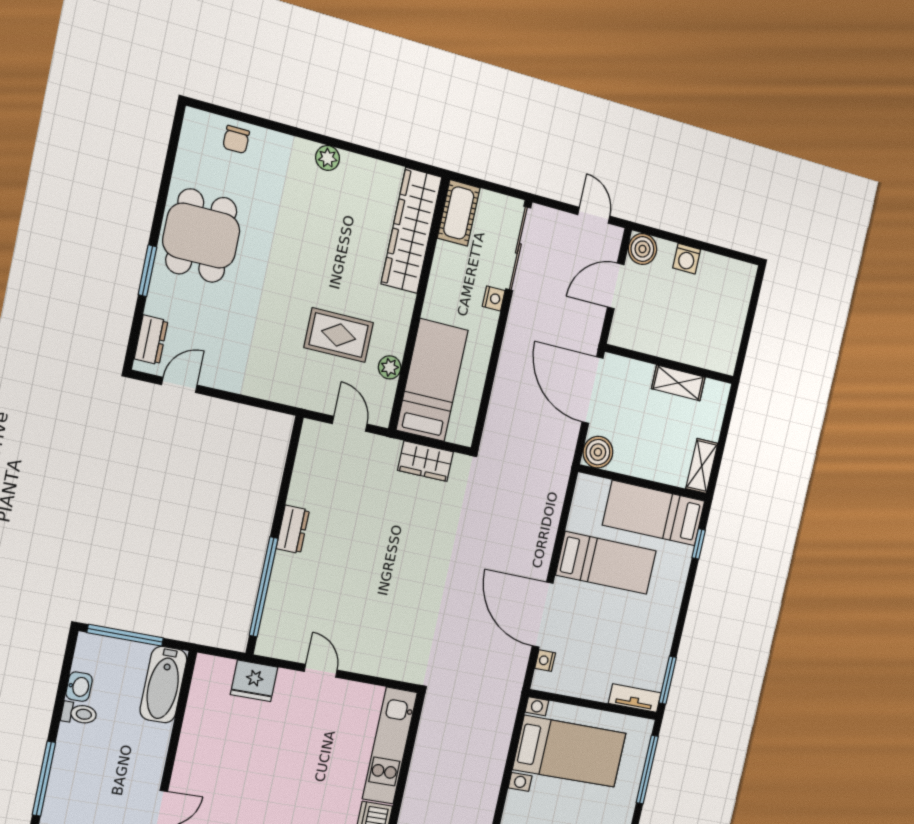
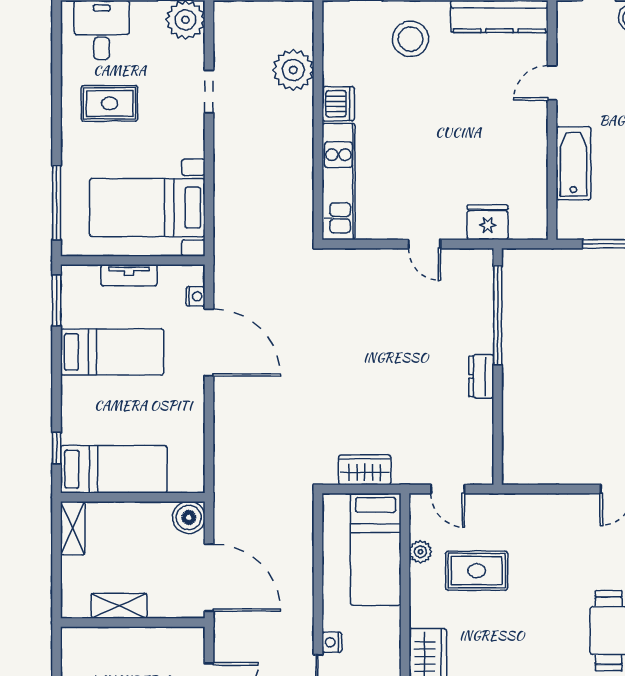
bed: (606, 563) -> (112, 352), moved, turned 180
bathtub: (163, 685) -> (573, 163), moved
tv unit: (635, 698) -> (129, 275), moved

